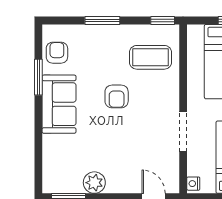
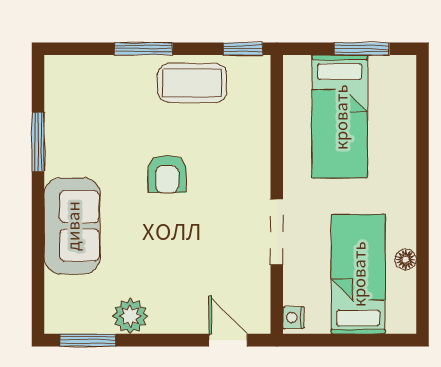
armchair: (57, 53) -> (69, 102), removed
coffee table: (151, 57) -> (192, 83), moved
sofa: (59, 104) -> (72, 226), moved

